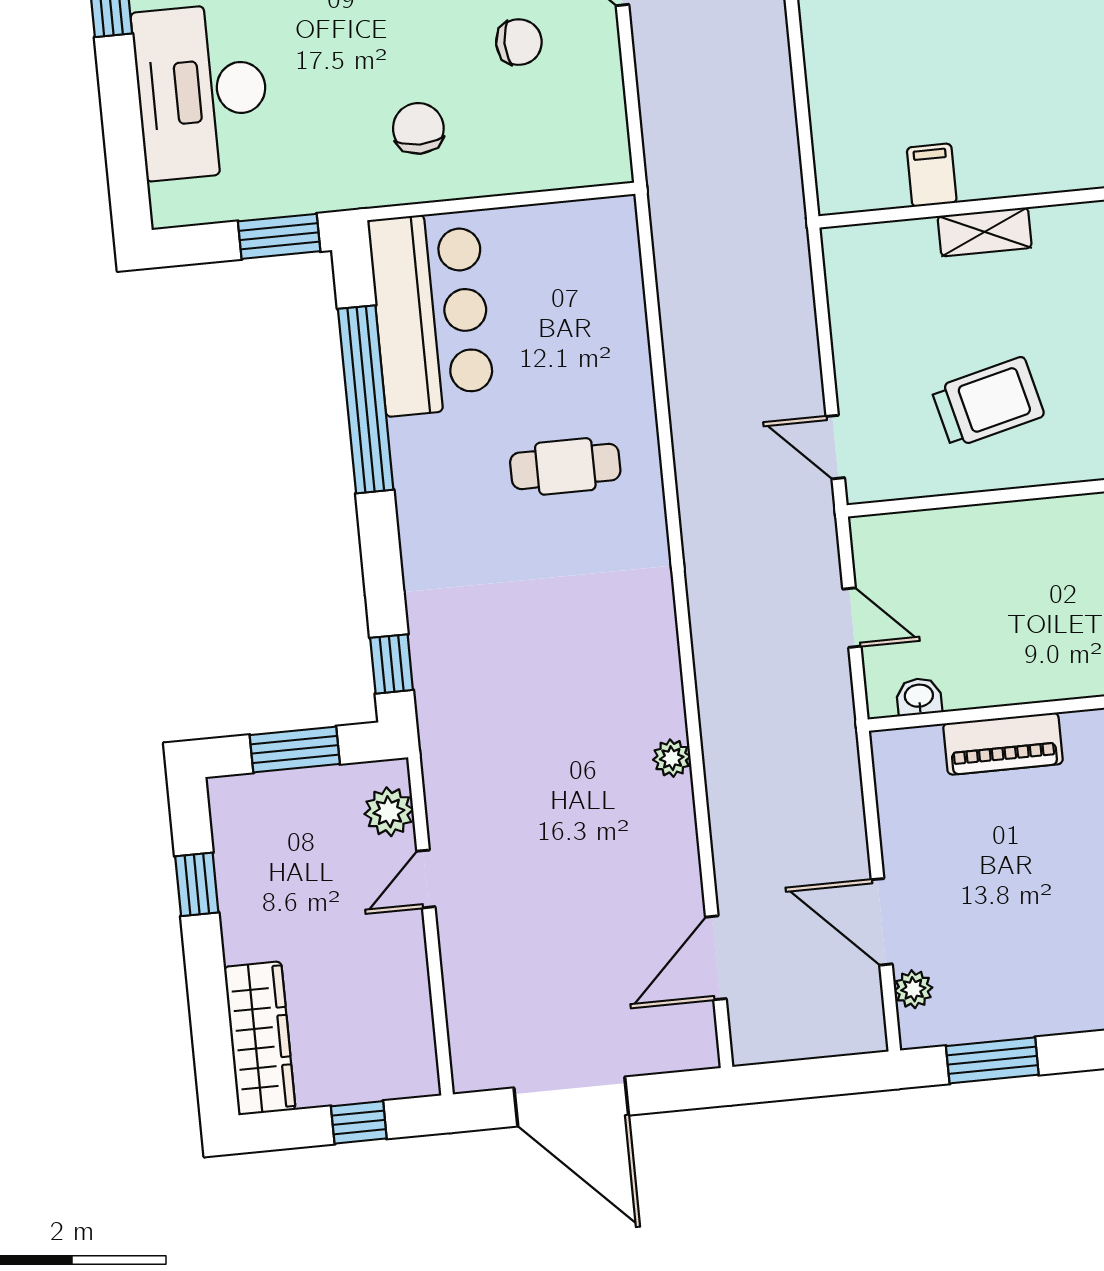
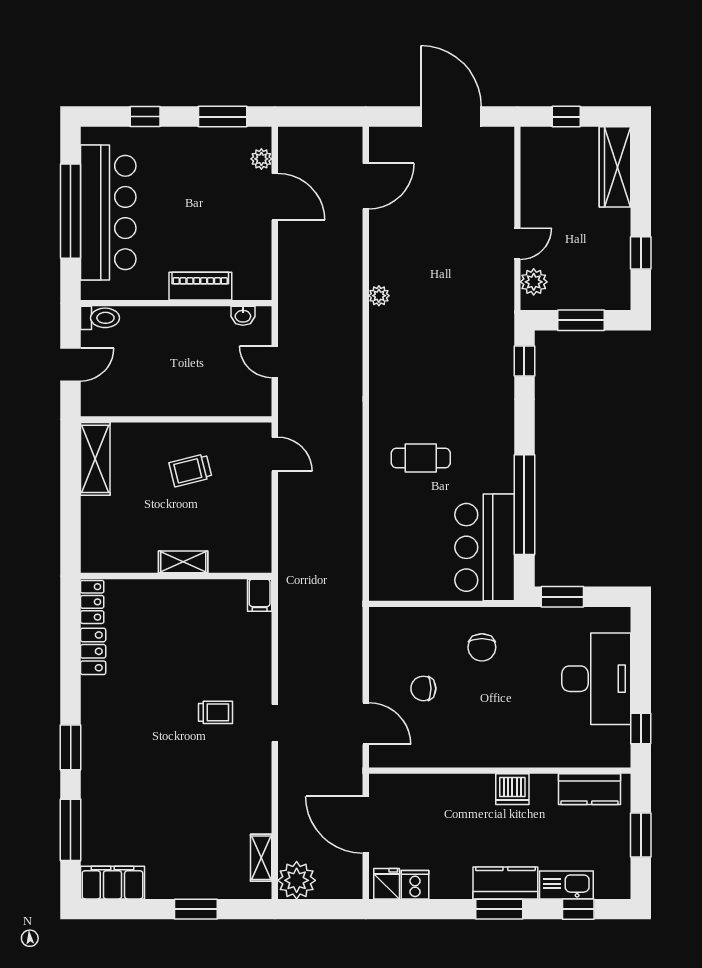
filing cabinet: (932, 175) -> (260, 595), moved
trolley: (988, 402) -> (190, 470), width x0.73, depth x0.72

